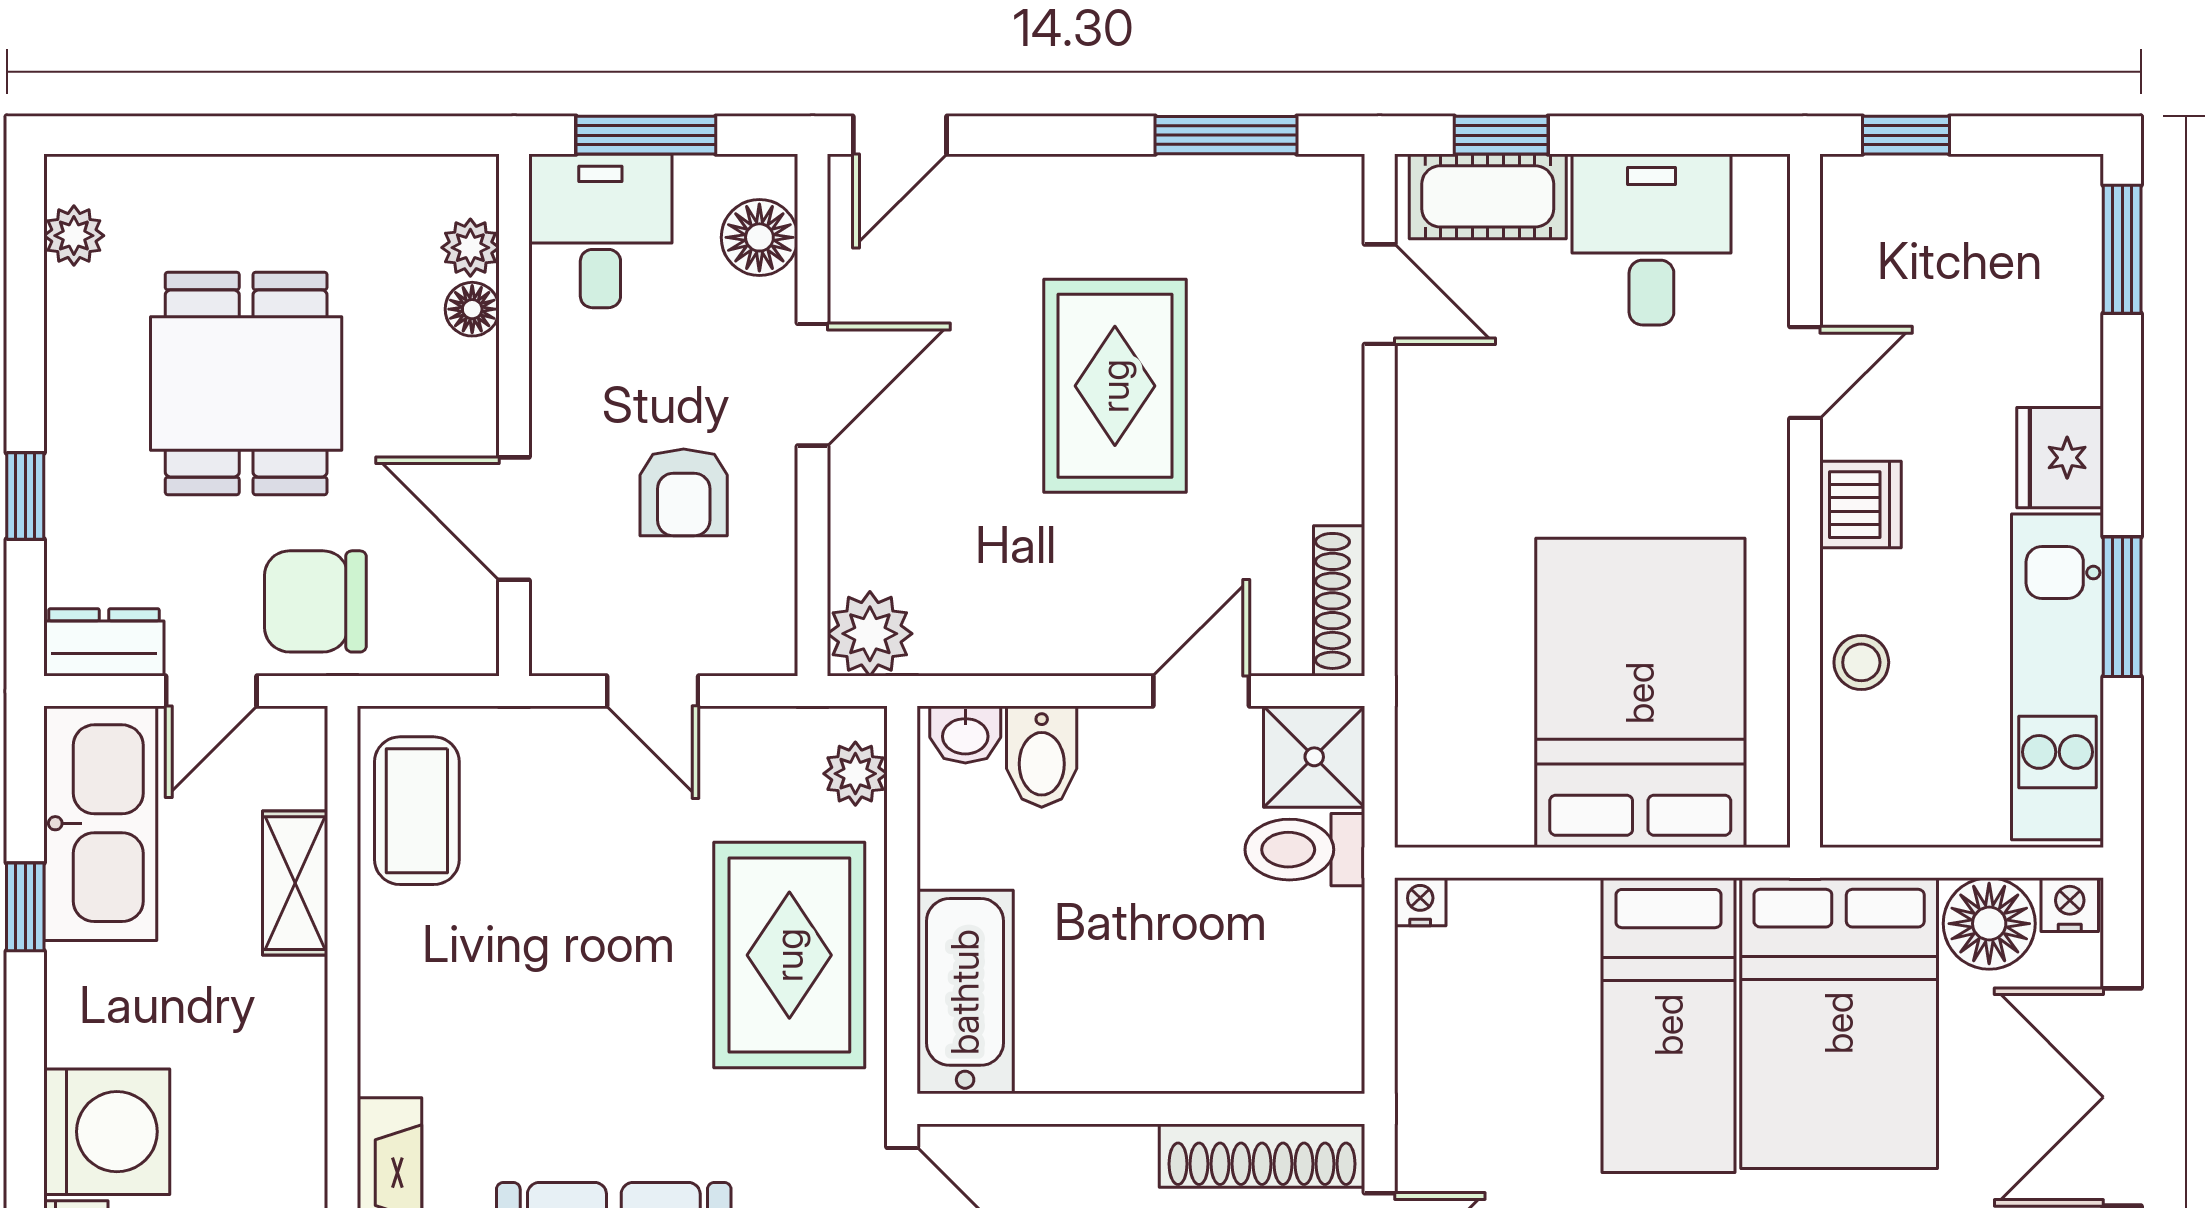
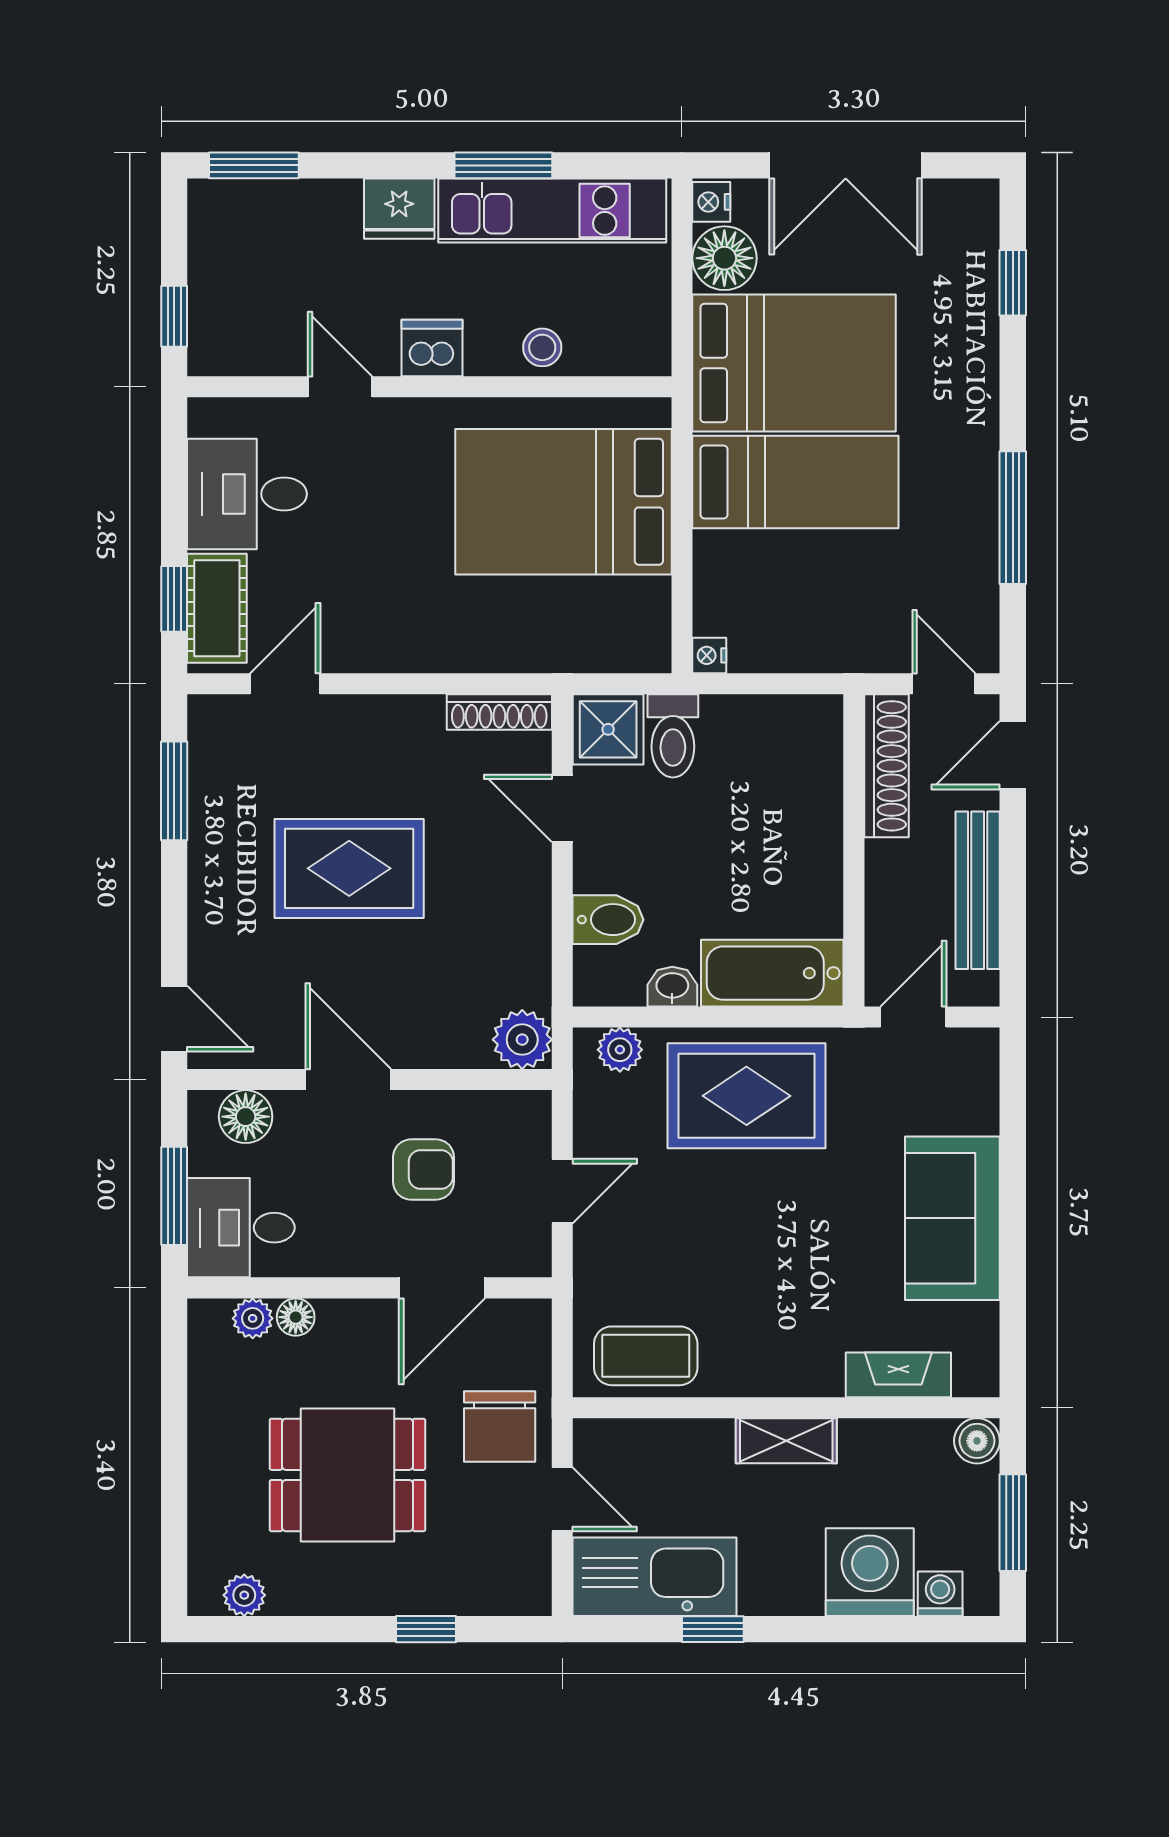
dresser: (104, 642) -> (528, 1574), removed
washbasin: (965, 735) -> (672, 987), moved, turned -90
shelving: (295, 883) -> (786, 1441), moved

